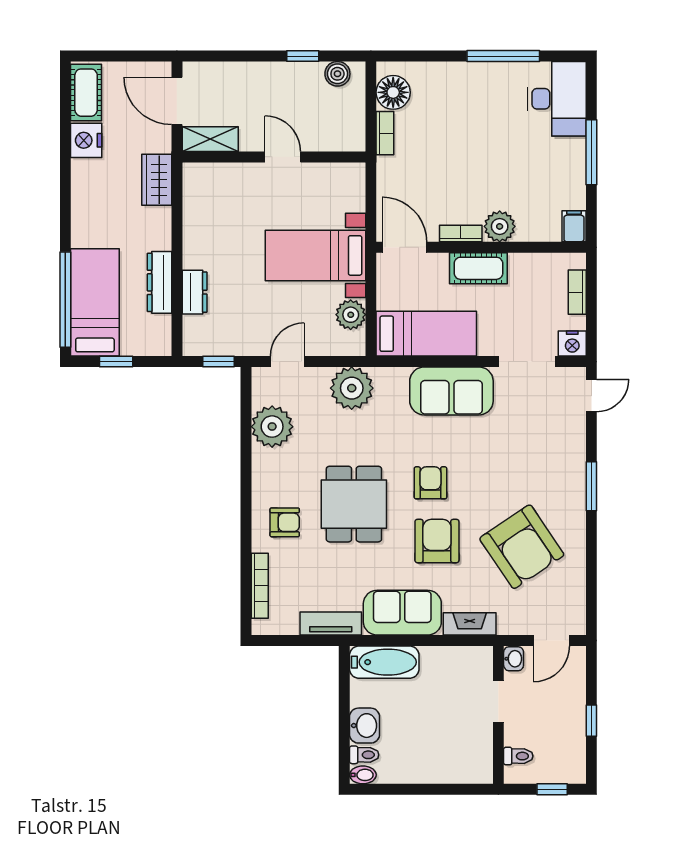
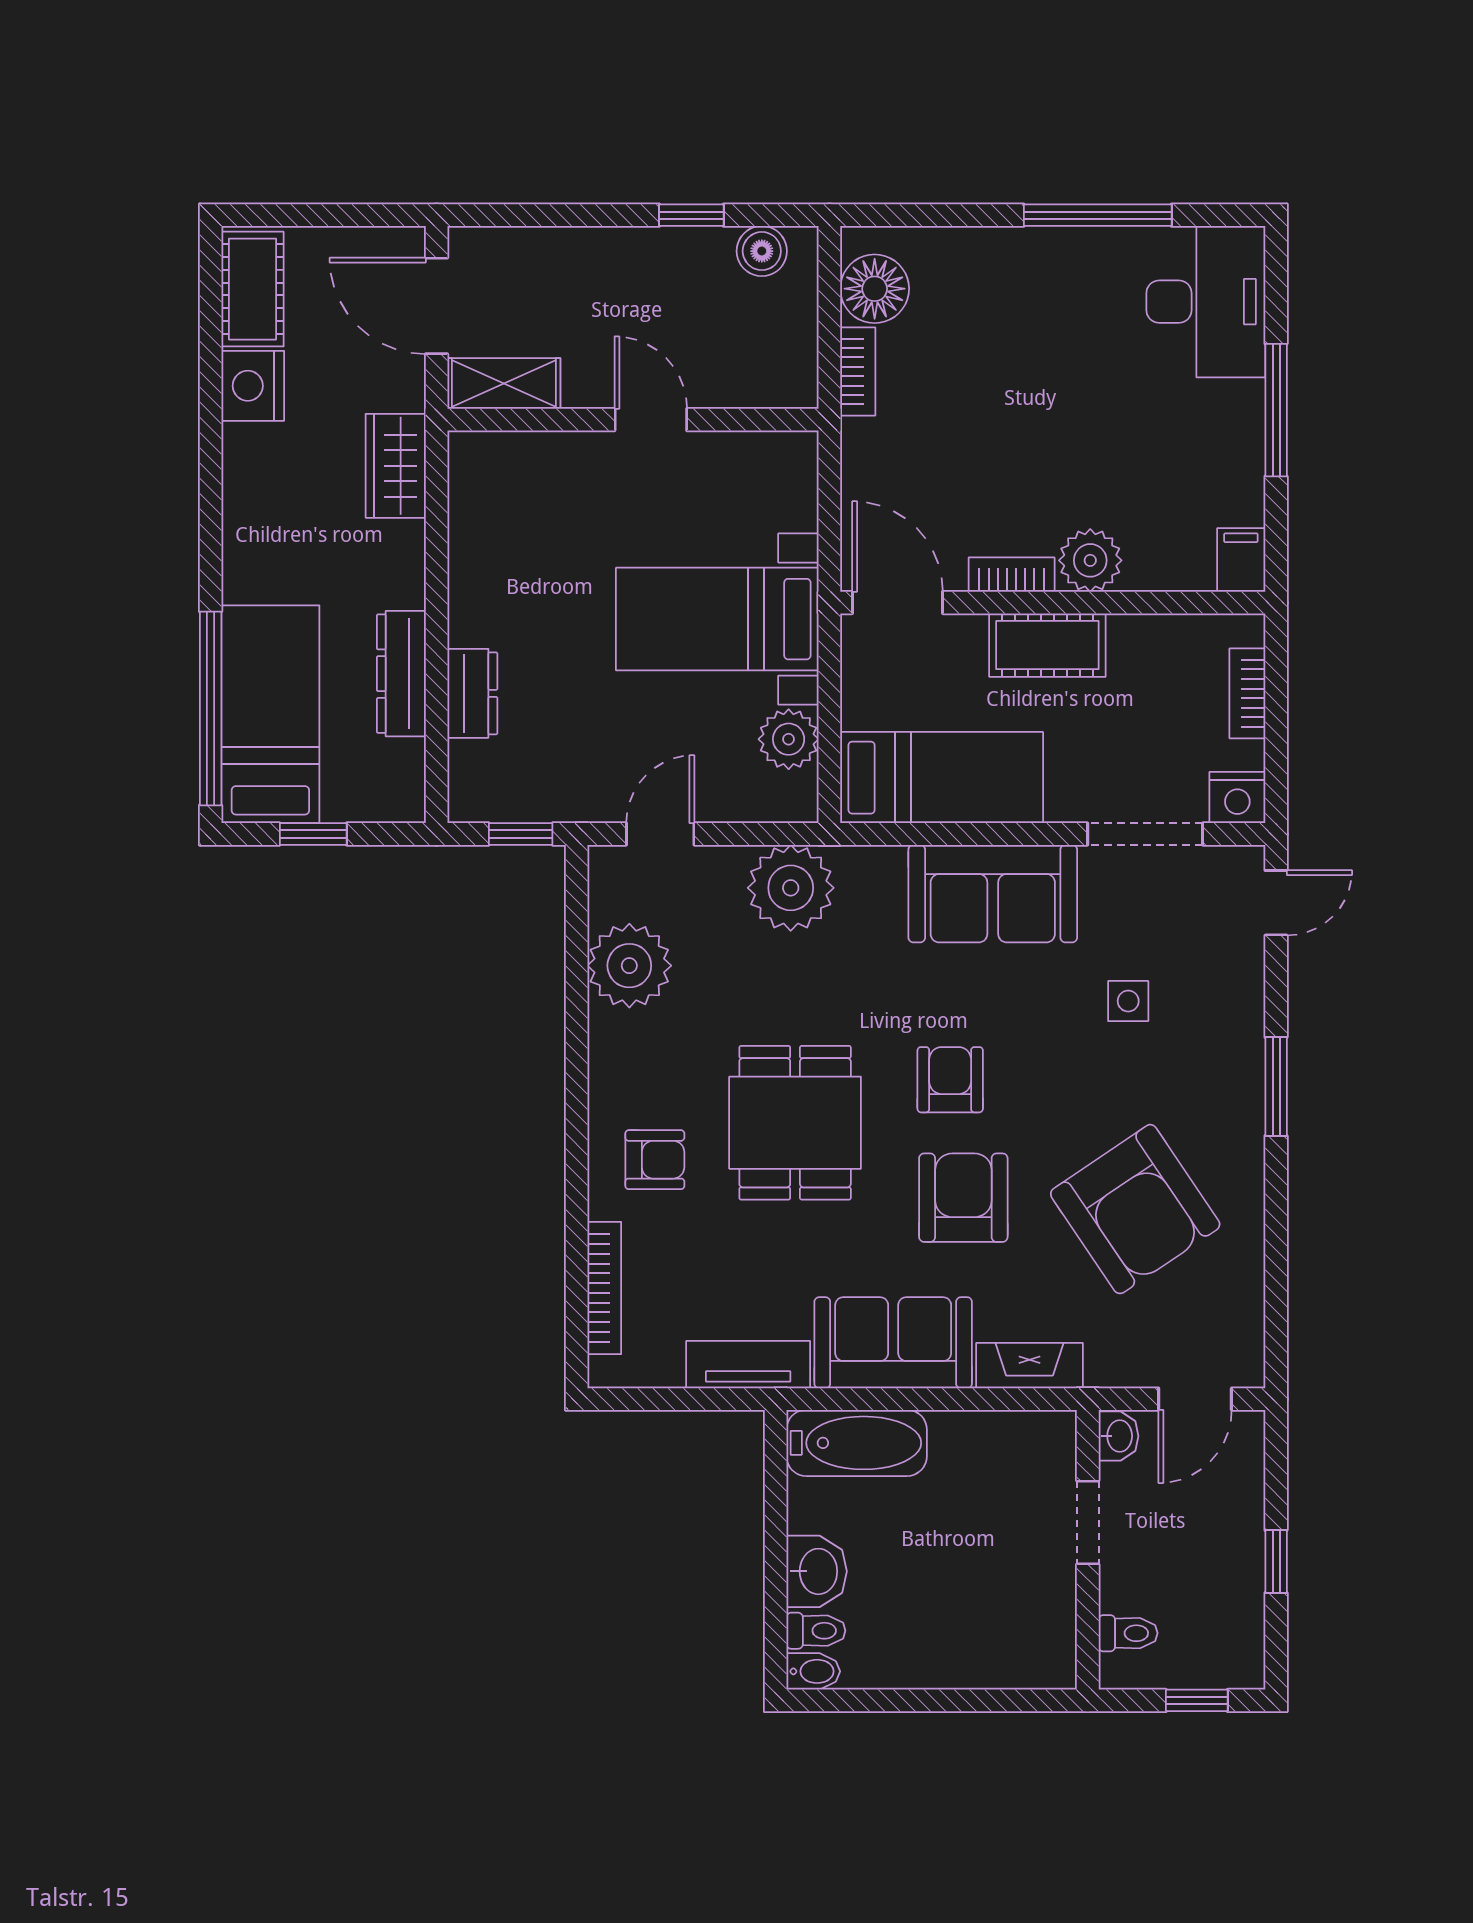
side table: (518, 444) -> (1128, 1001), added

